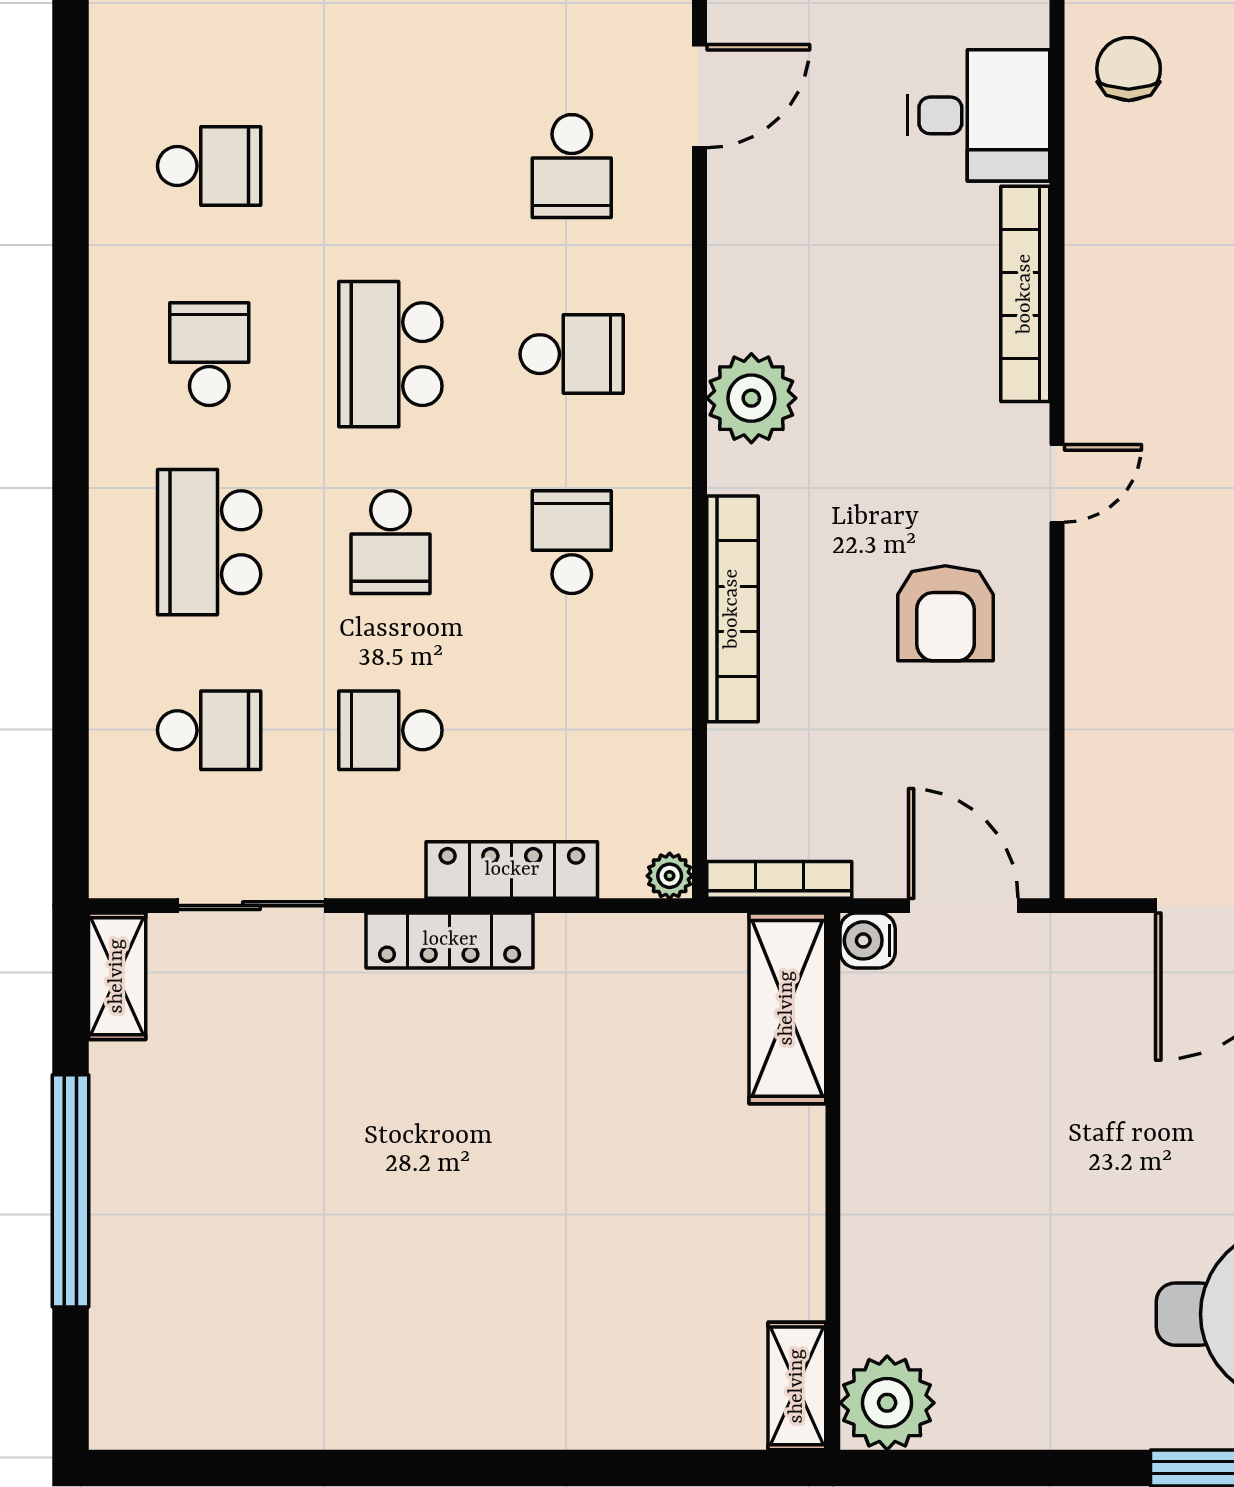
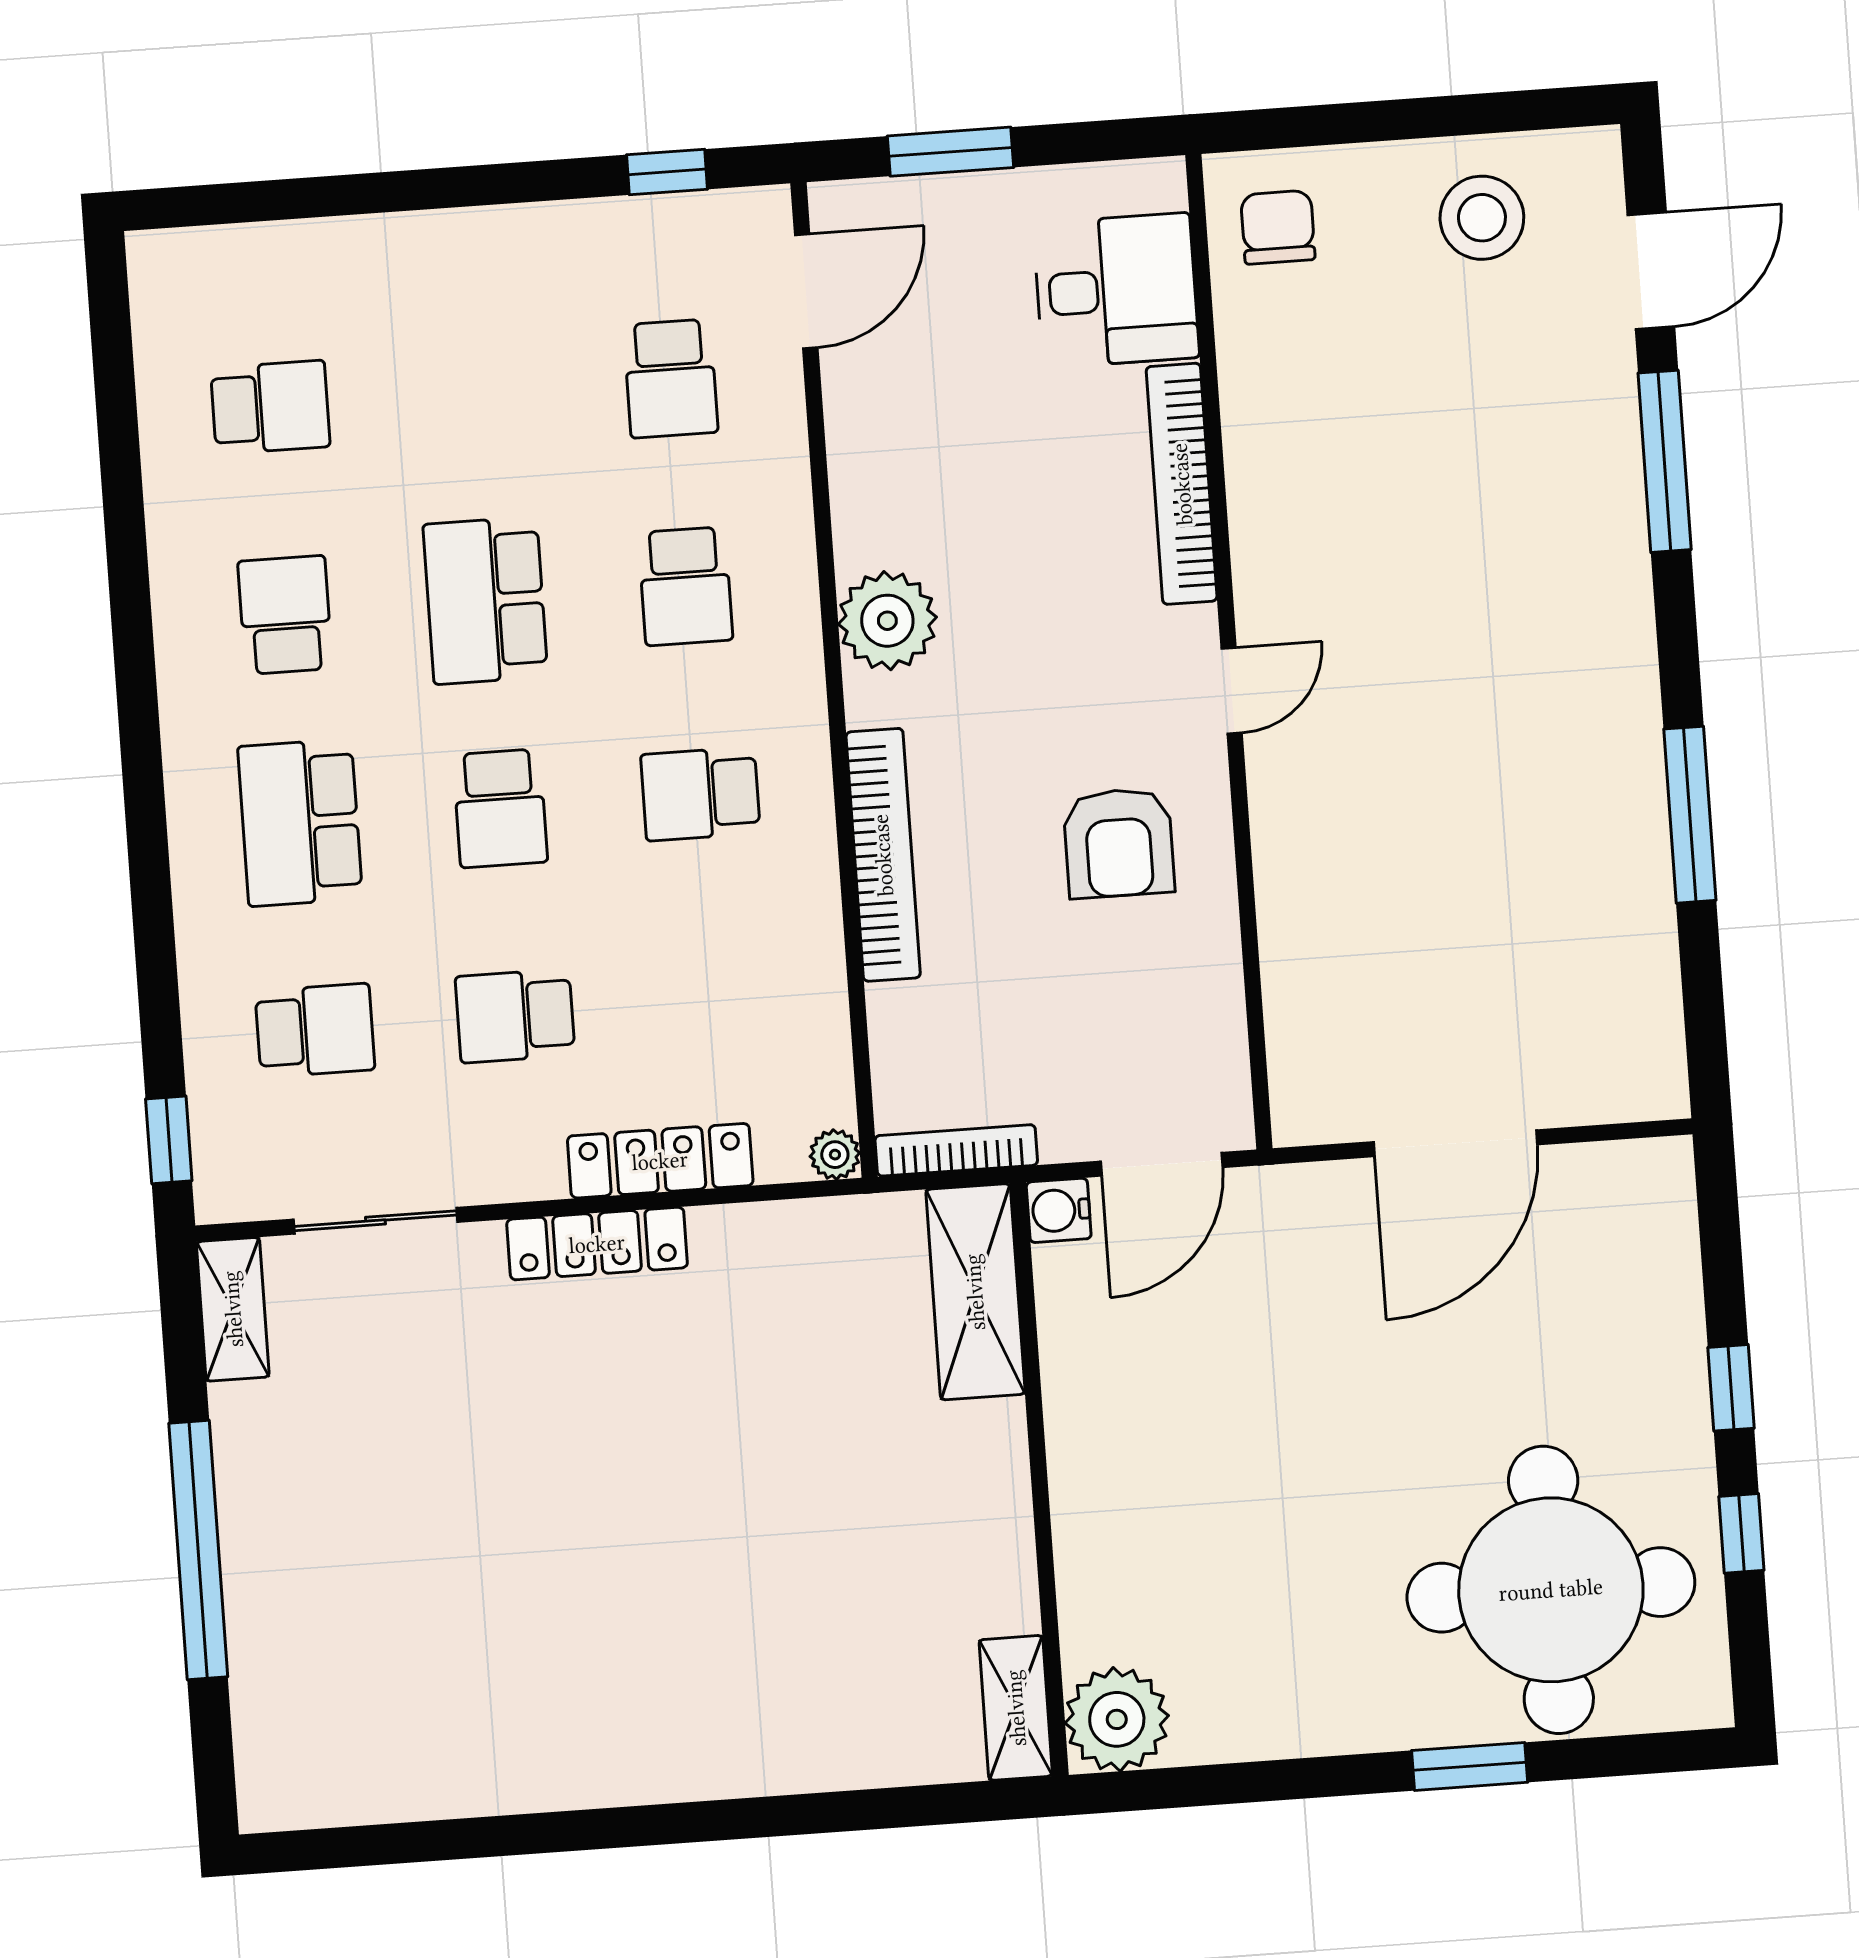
school desk: (572, 354) -> (685, 586), turned 90
school desk: (572, 542) -> (700, 794), turned -90
window: (71, 820) -> (169, 1140), added
door: (963, 906) -> (1162, 1164), swing flipped

